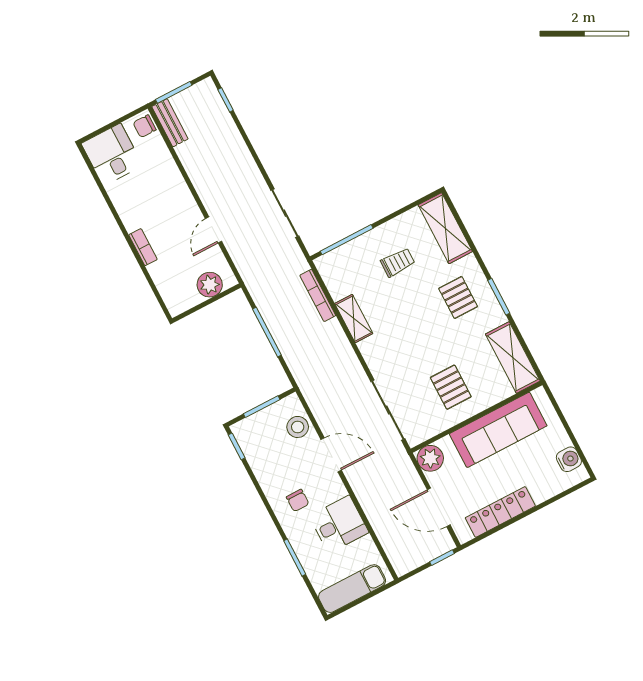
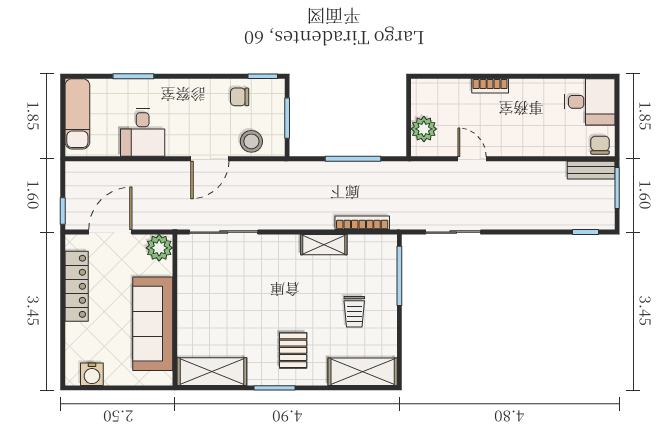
pallet: (458, 297) -> (293, 350), turned 90
pallet: (451, 387) -> (215, 301), removed
chair: (298, 500) -> (240, 97), moved

